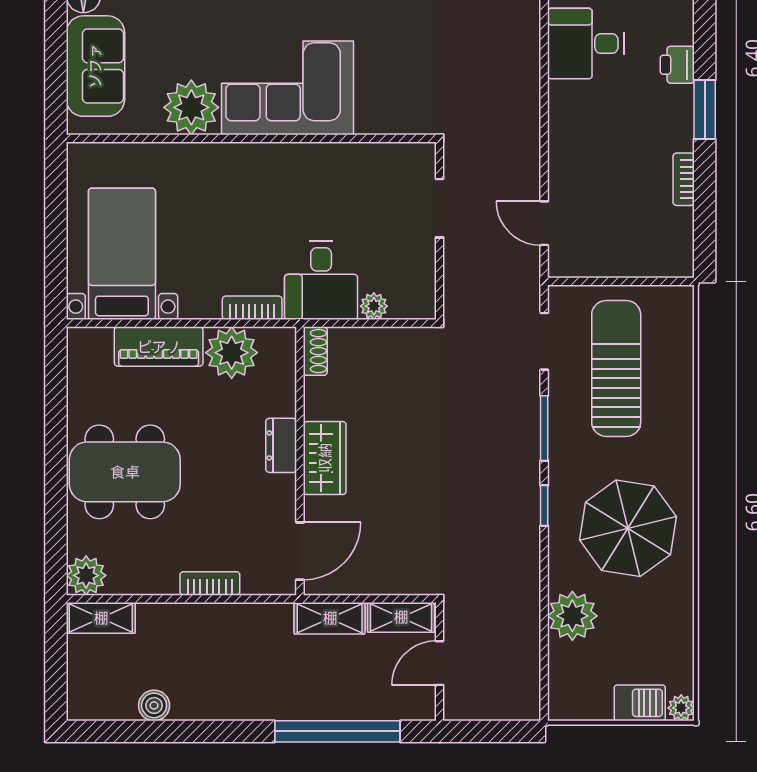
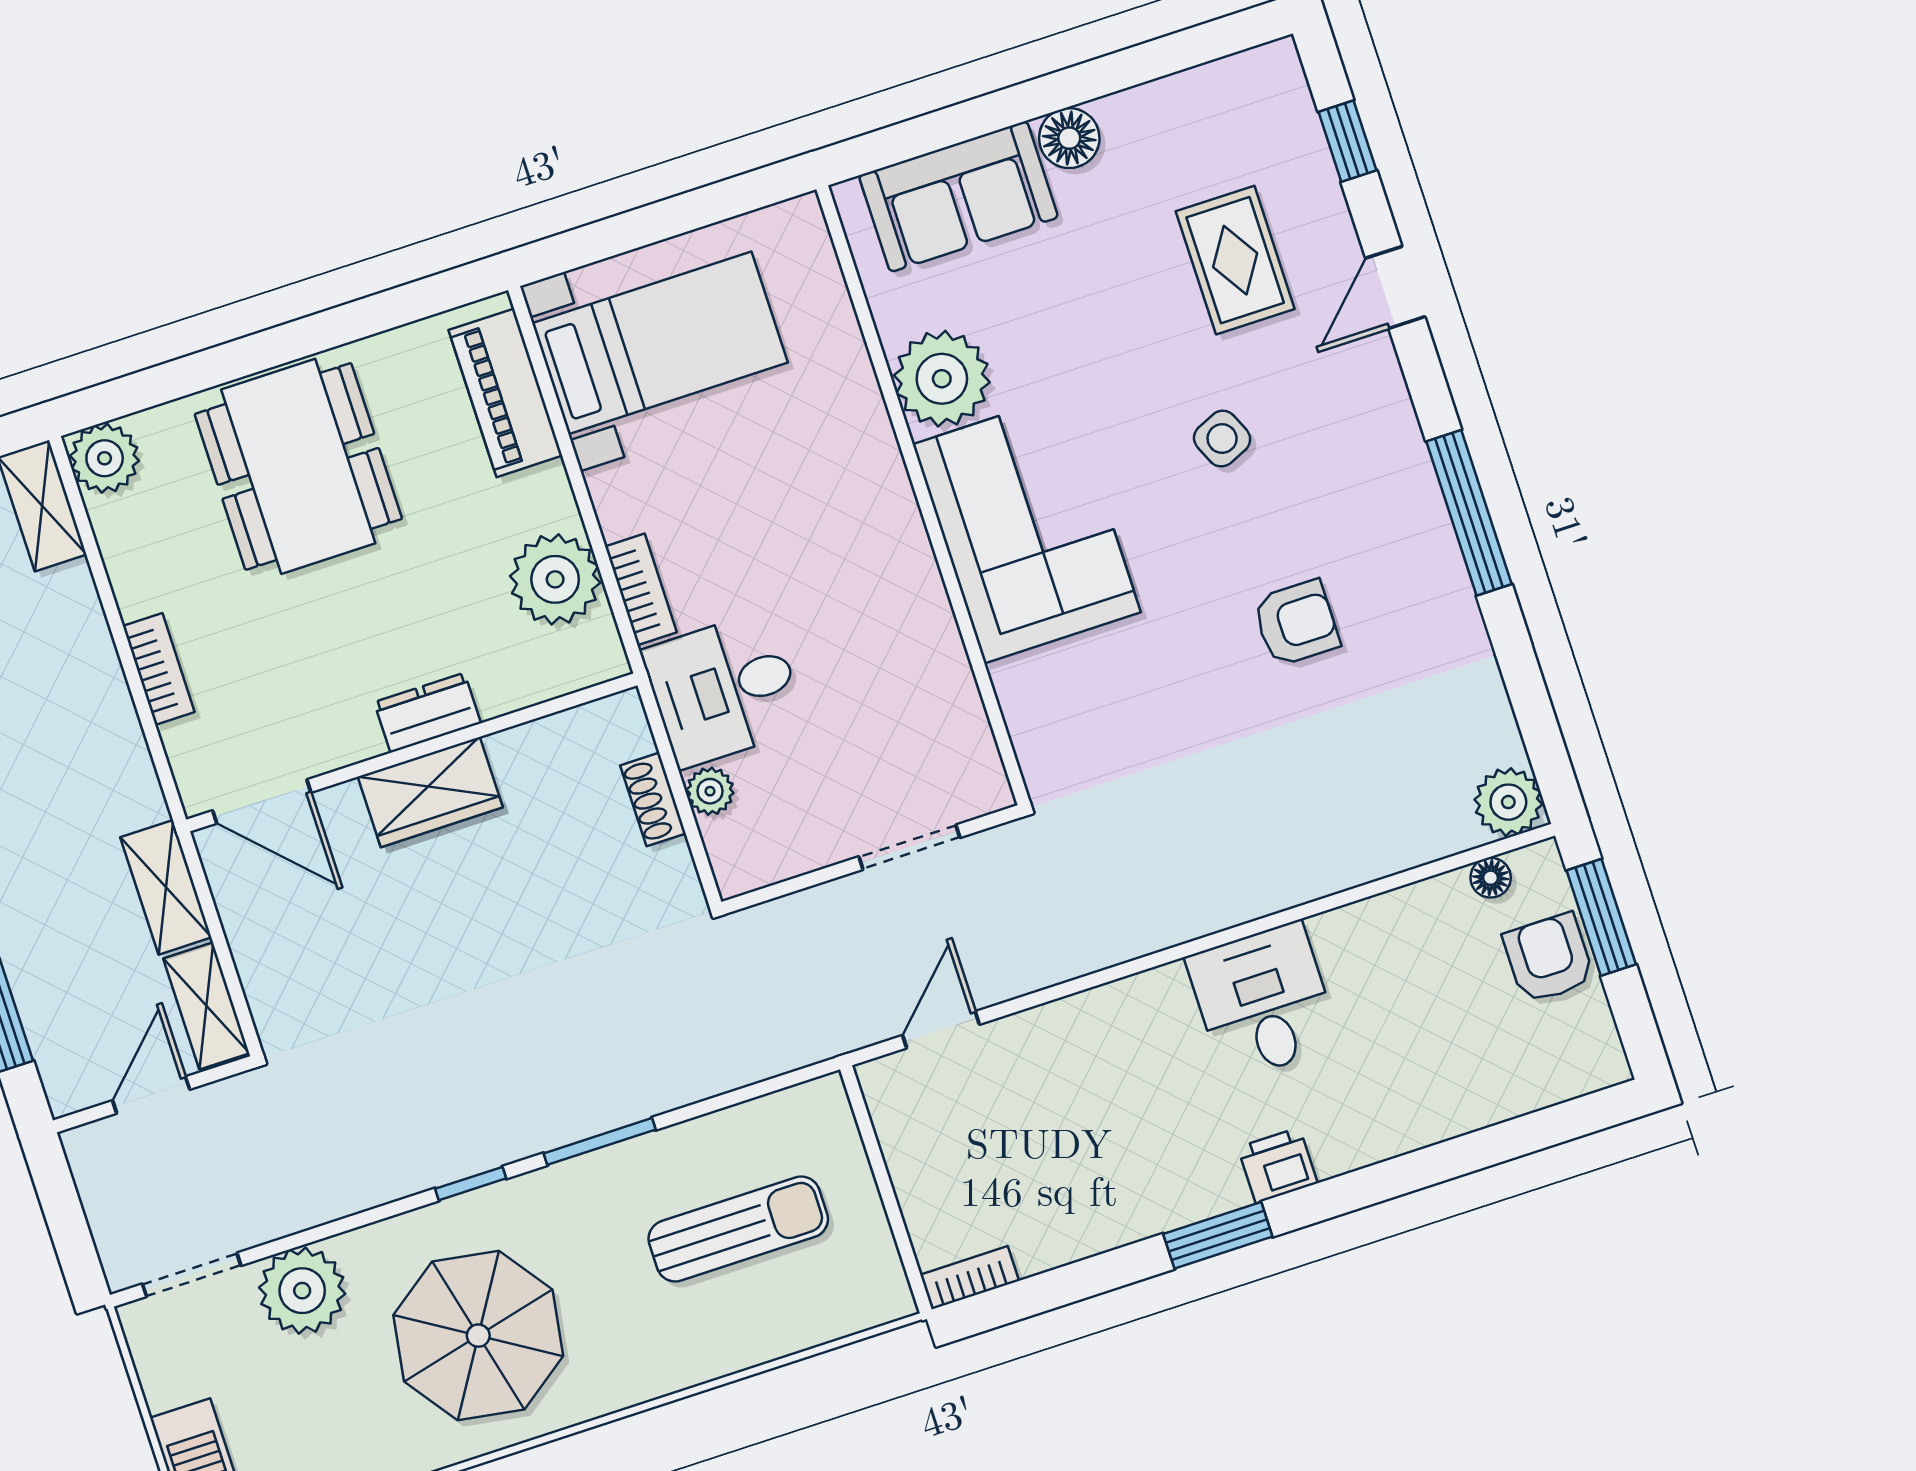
bookcase: (684, 179) -> (970, 1278), moved
doorway: (544, 341) -> (192, 1275), moved
piano: (159, 347) -> (505, 393), moved
shoe rack: (315, 351) -> (653, 799), moved, turned 90
sun lounger: (616, 368) -> (738, 1229), width x0.73, depth x0.75
door: (440, 663) -> (151, 1095), hinge flipped

